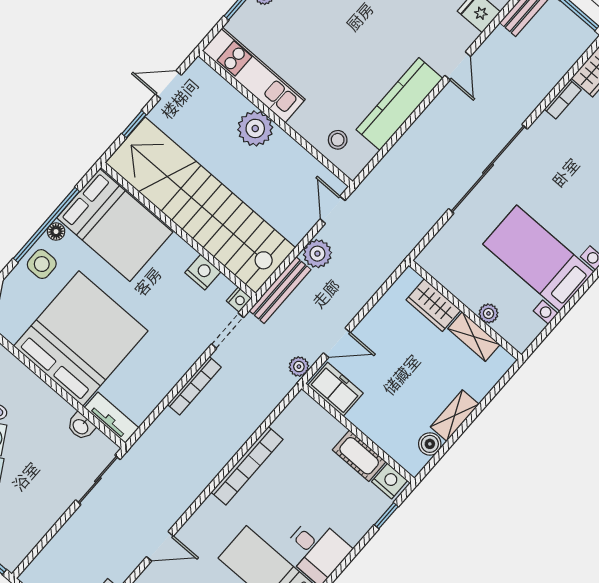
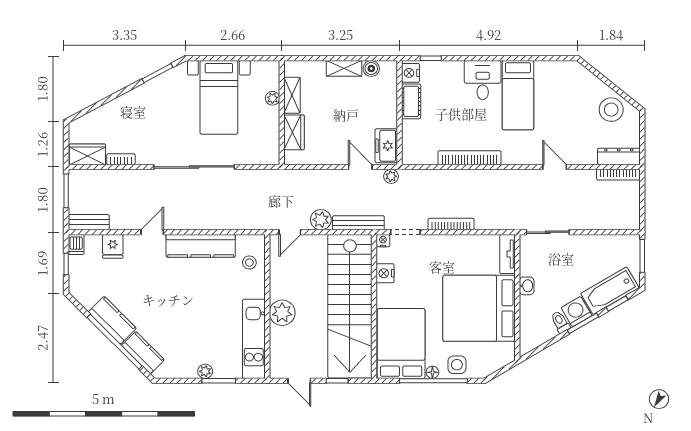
washbasin: (81, 426) -> (527, 286), moved

